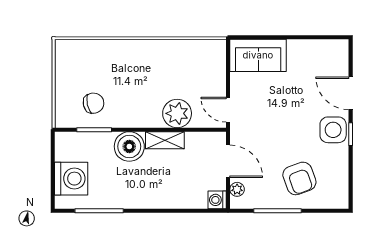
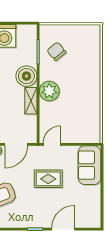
chair: (94, 103) -> (56, 51), turned 152
plant: (177, 113) -> (49, 91), moved
rug: (278, 115) -> (48, 179), added
side table: (333, 130) -> (38, 217), removed

